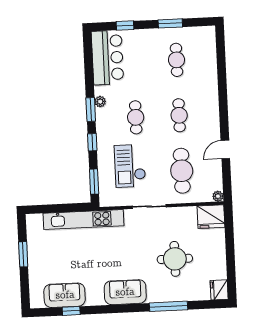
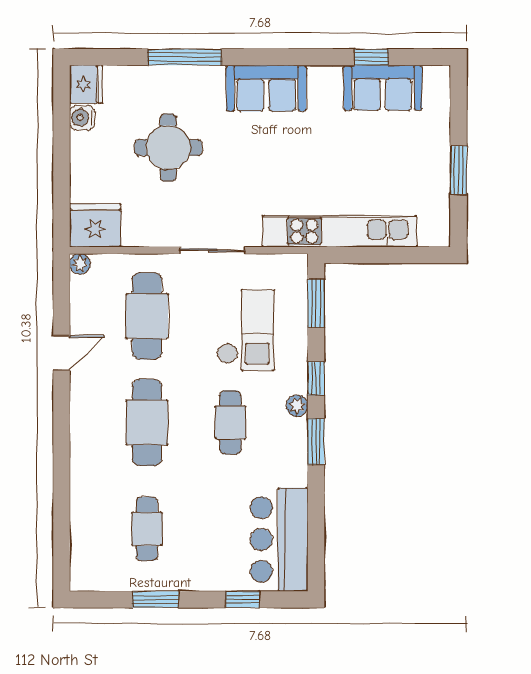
plant: (100, 102) -> (297, 406), moved
cafe table: (179, 115) -> (147, 422), width x1.37, depth x1.35
water cooler: (220, 272) -> (82, 118), added

